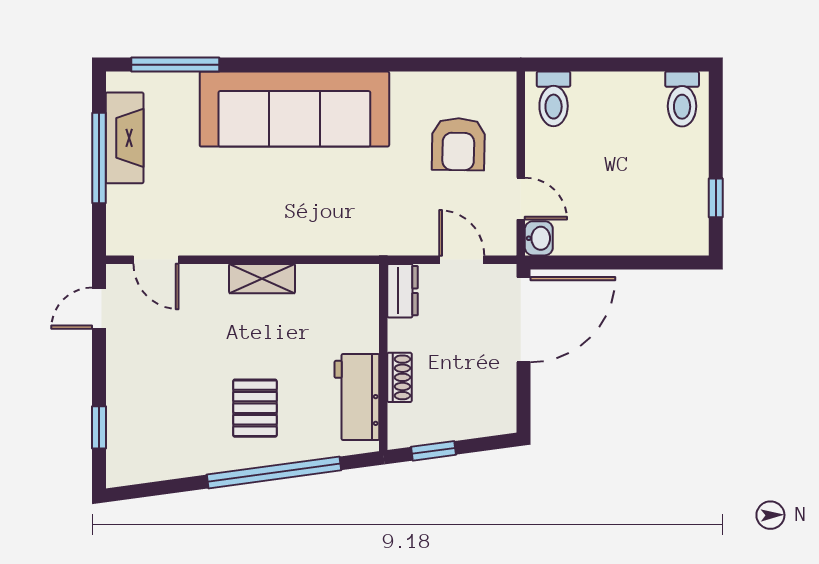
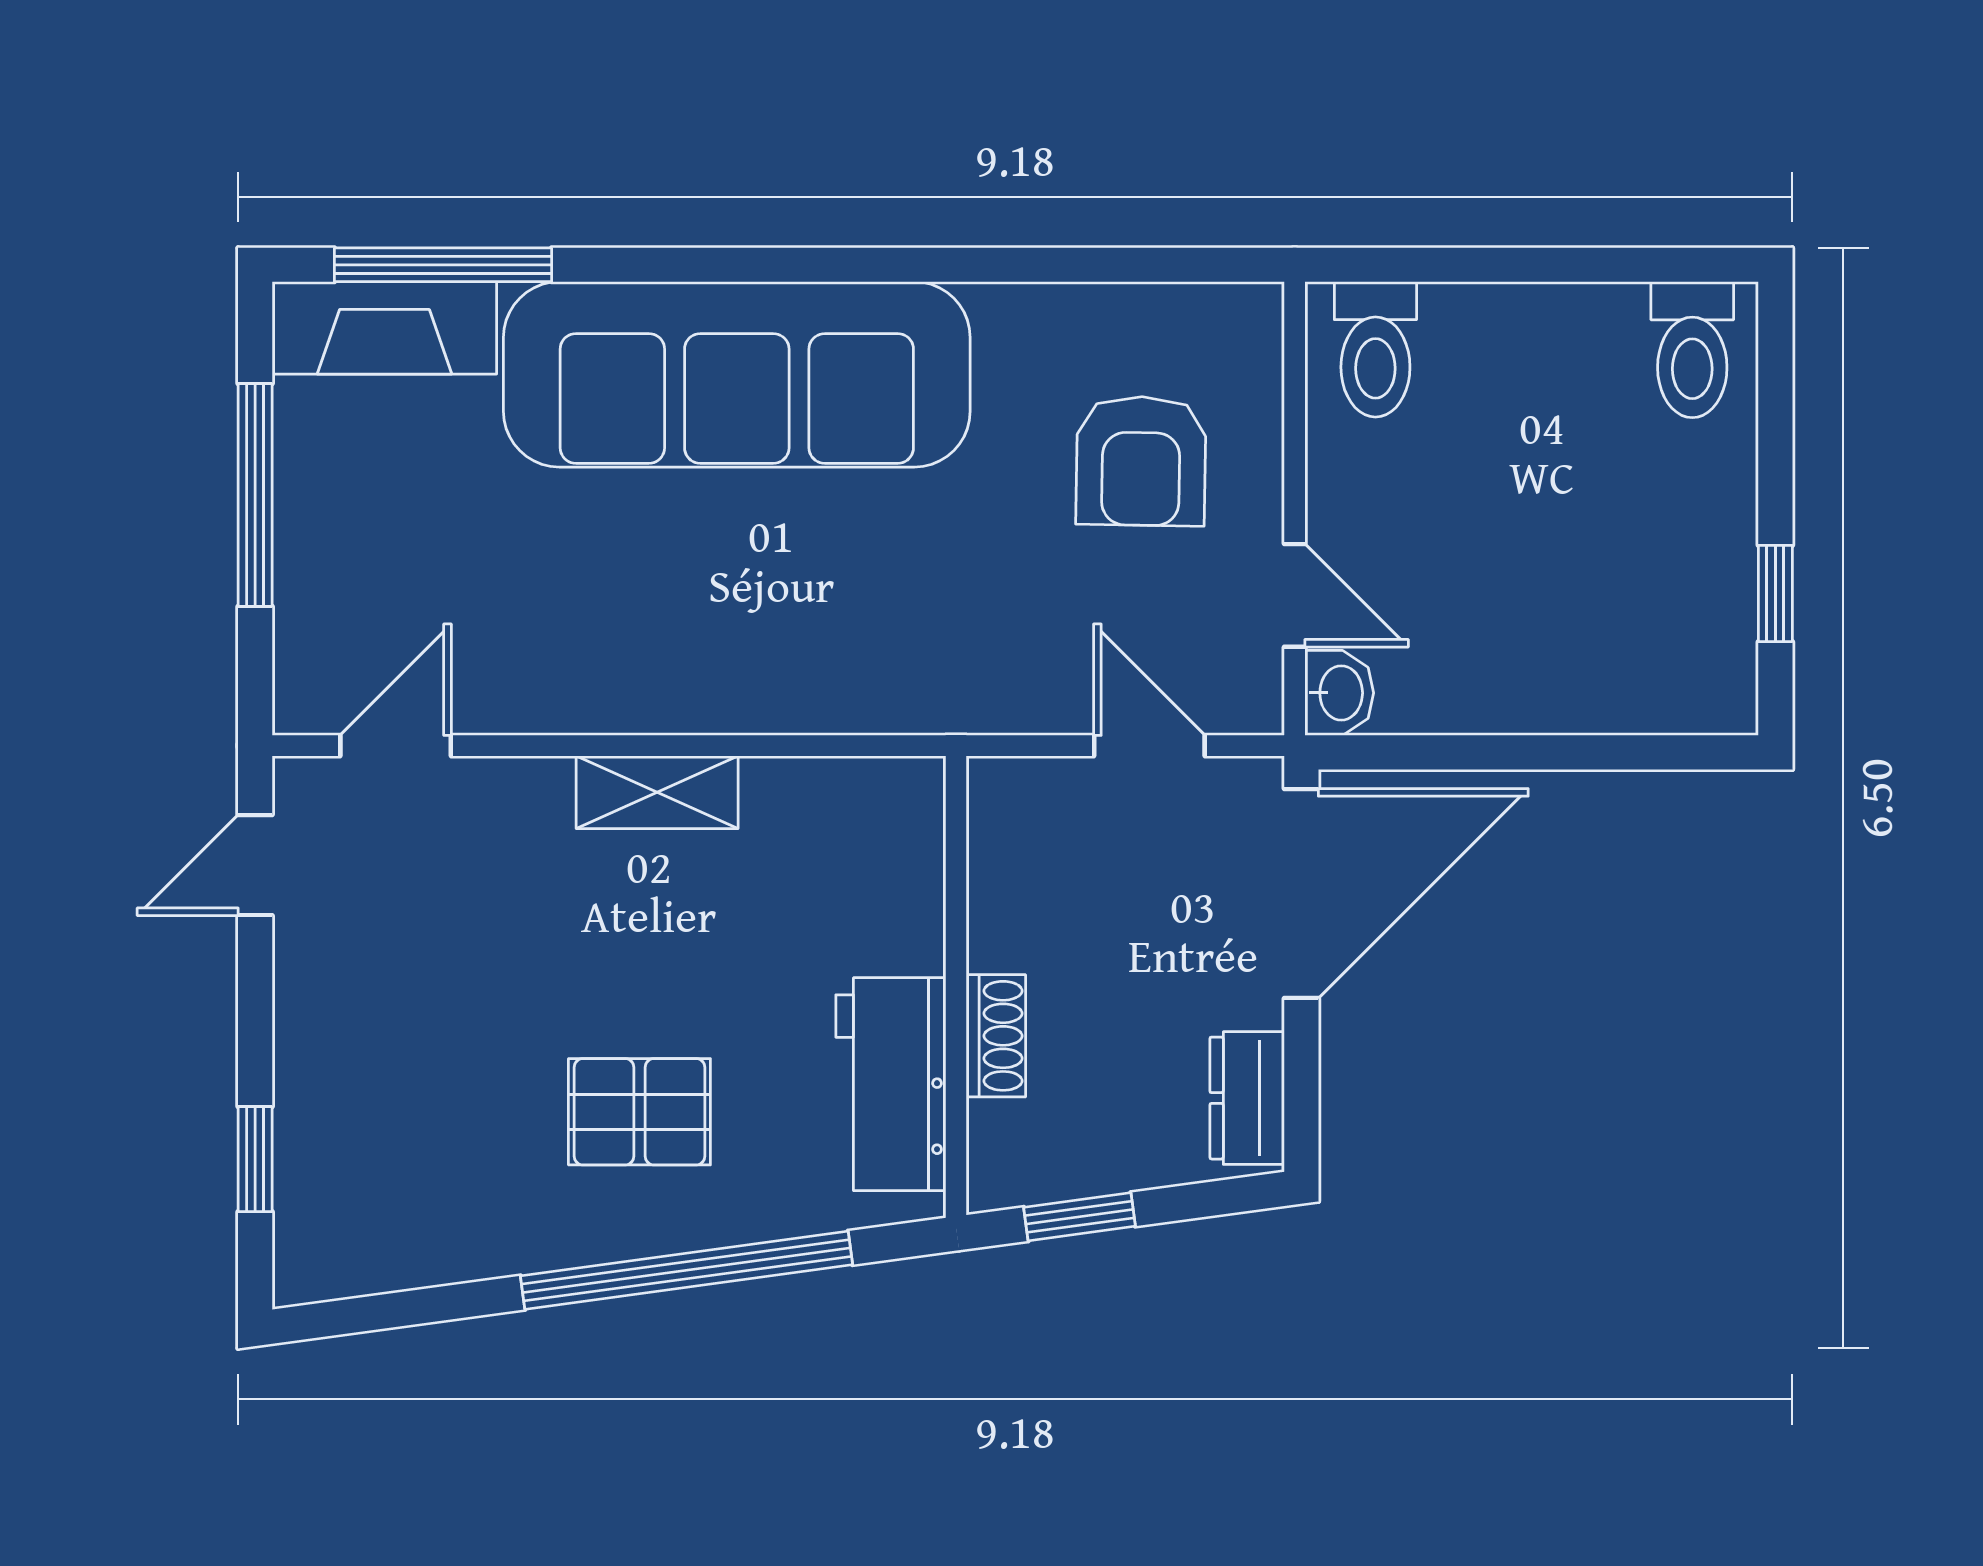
fireplace: (125, 138) -> (384, 328), moved, turned 90
door: (156, 260) -> (396, 746), swing flipped
dresser: (403, 291) -> (1247, 1098), moved, turned 180
pallet: (255, 408) -> (639, 1112), turned 90

